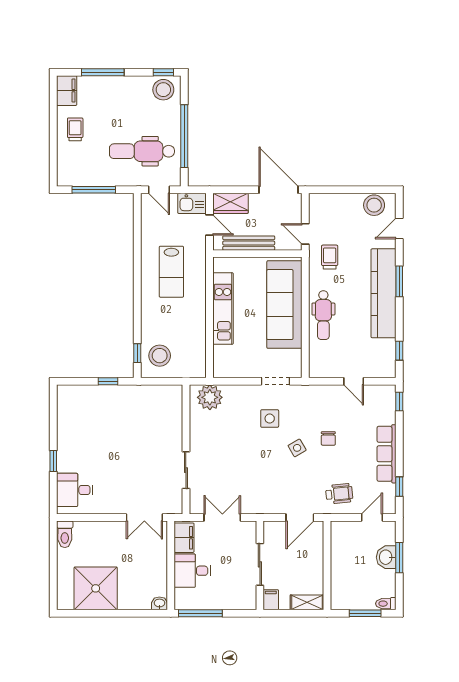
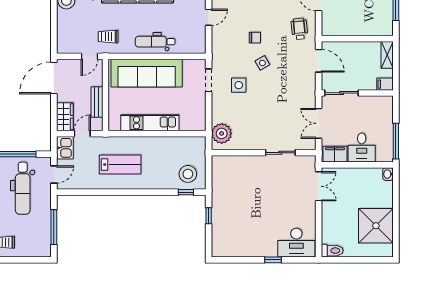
bench: (249, 243) -> (97, 102), width x0.73
dental chair: (323, 315) -> (155, 42), turned 180
desk: (75, 490) -> (296, 243), width x1.37
sliding door: (260, 564) -> (341, 93), moved

